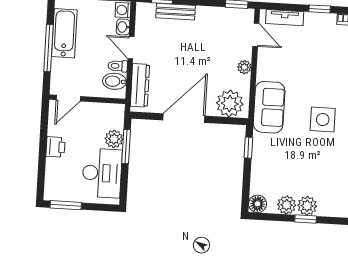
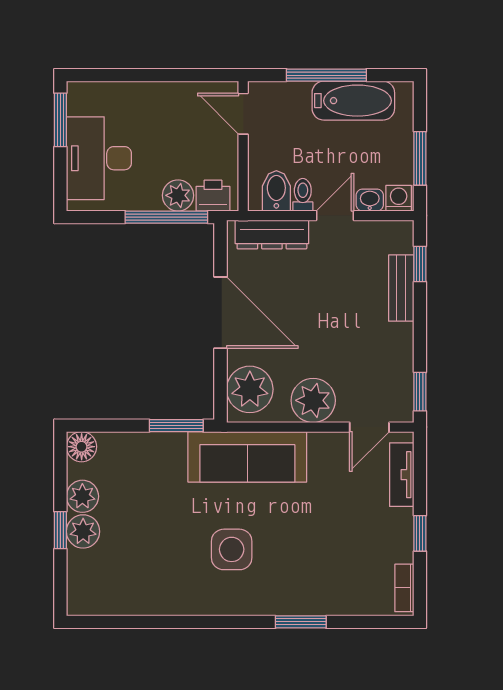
plant: (244, 67) -> (313, 400), width x1.88, depth x1.88
sofa: (269, 107) -> (247, 457), width x1.36
window: (126, 146) -> (166, 217), width x1.44
printer: (55, 147) -> (213, 196), moved, turned 180
window: (248, 148) -> (176, 426), width x1.50
desk: (102, 173) -> (99, 158), moved, turned 90

